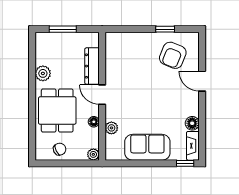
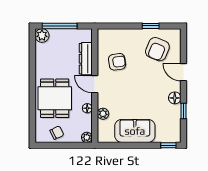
window: (63, 29) -> (60, 26), width x1.44
armchair: (127, 70) -> (117, 62), added
plant: (43, 73) -> (42, 35), moved
floor lamp: (192, 123) -> (175, 98), moved
window: (202, 125) -> (183, 111), added
fireplace: (193, 146) -> (175, 130), removed

